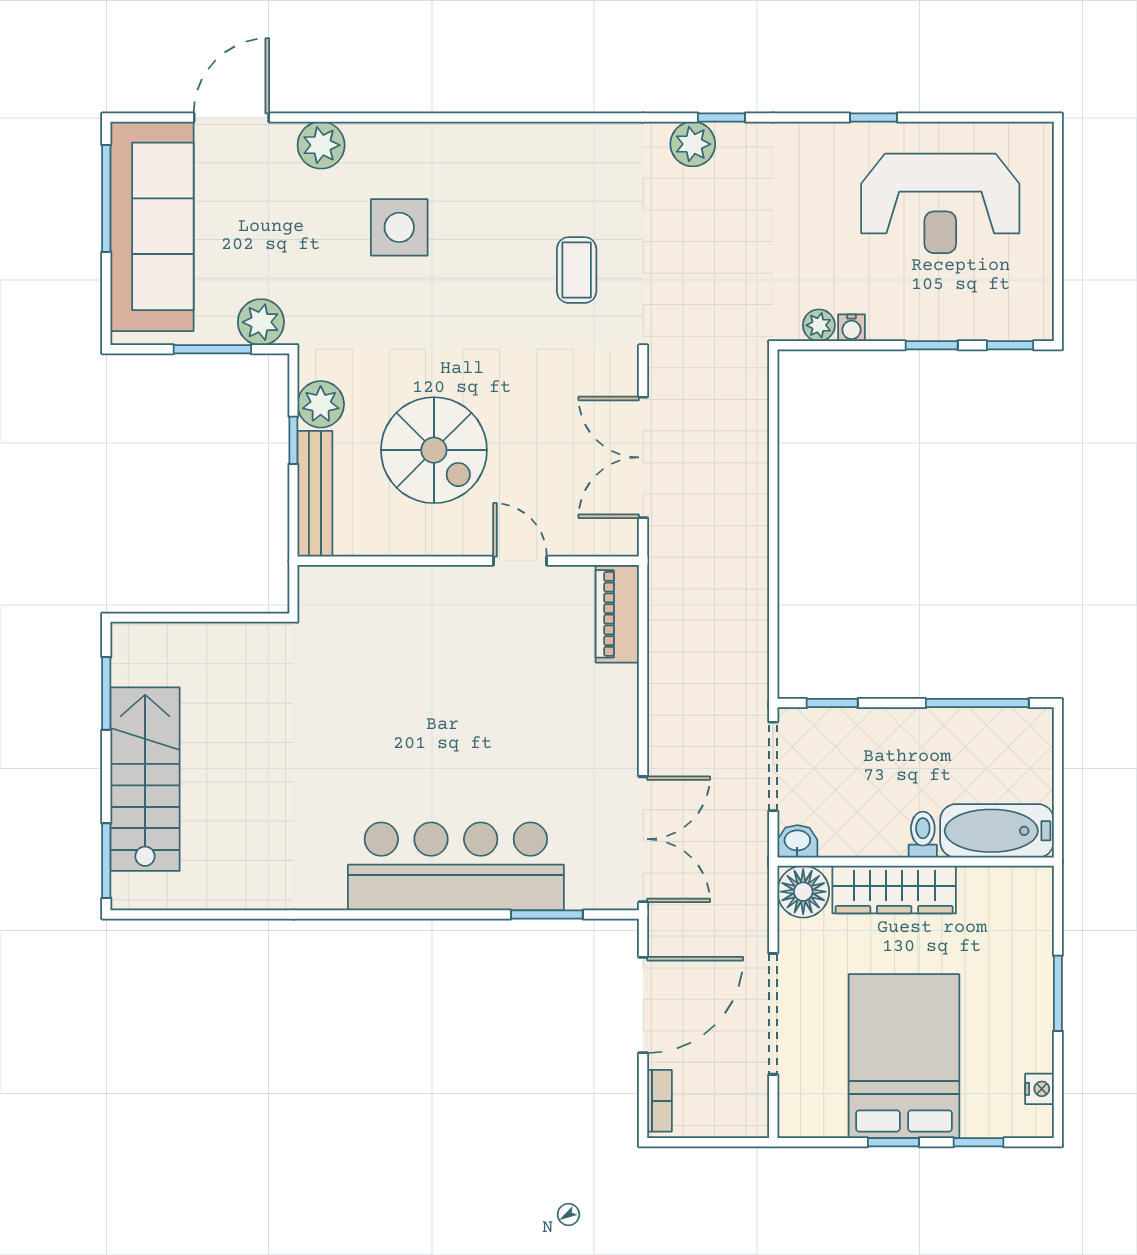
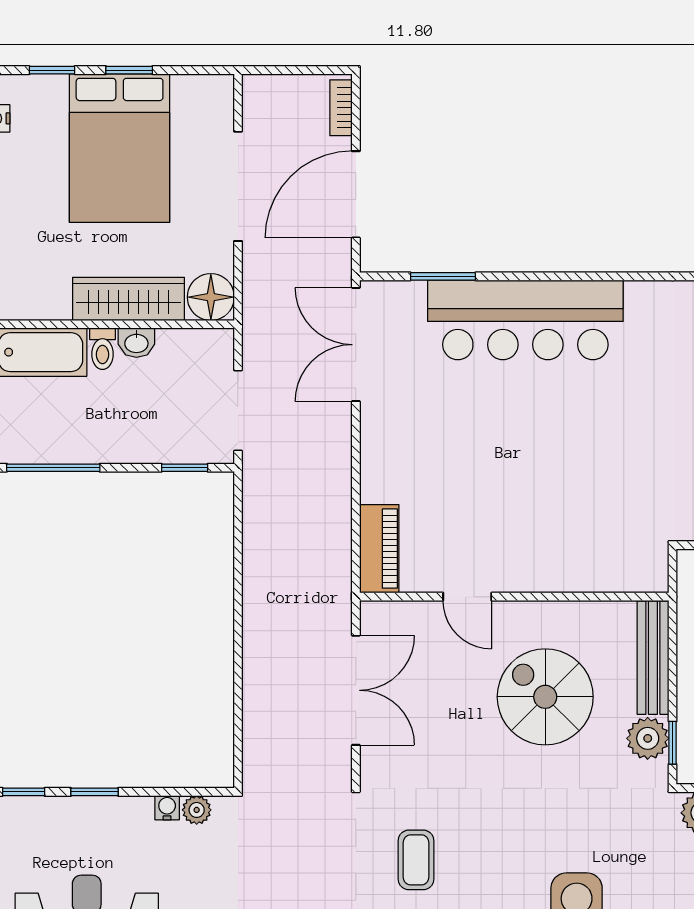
window: (293, 440) -> (672, 743), moved
washbasin: (797, 841) -> (136, 343), moved

